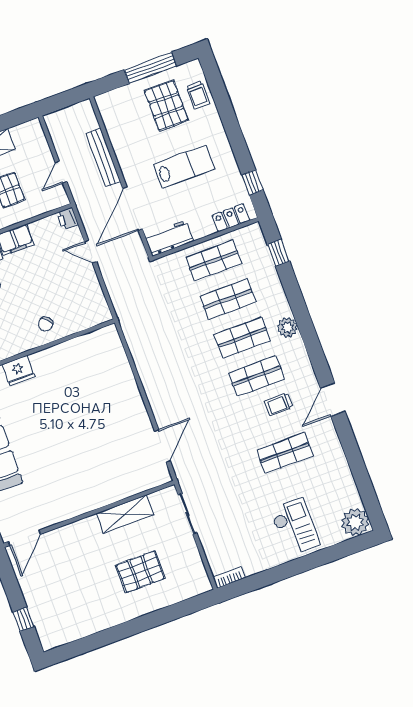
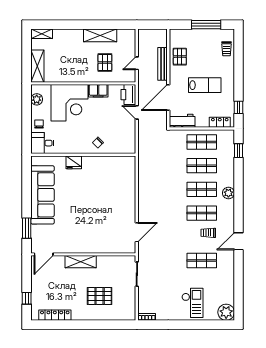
pallet: (166, 105) -> (180, 57), moved, width x0.67, depth x0.71
printer: (67, 219) -> (128, 95), width x1.87, depth x1.48
shelving: (125, 514) -> (81, 262), moved
locker: (79, 630) -> (55, 315), added

